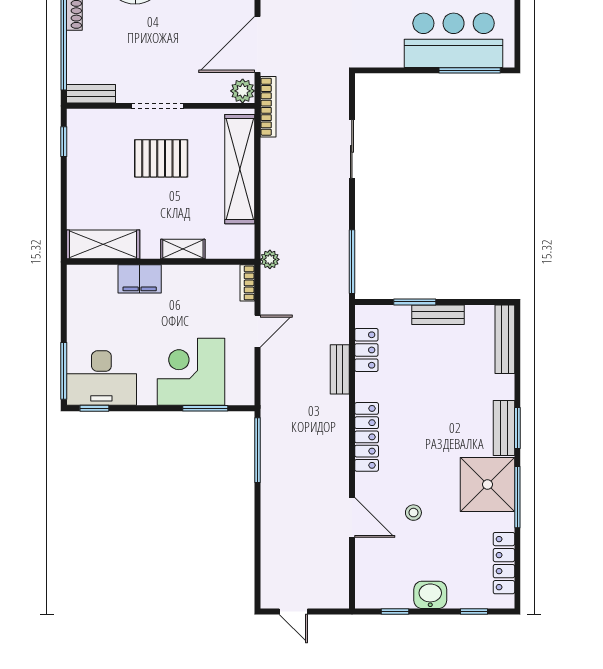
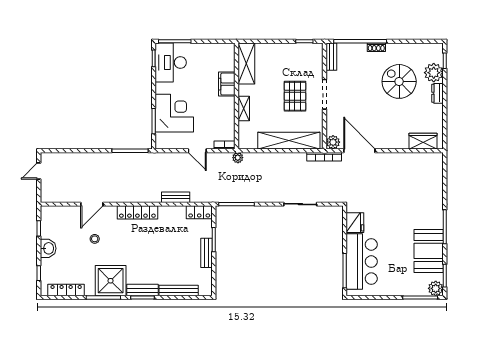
fridge: (385, 52) -> (355, 223), added
bench: (505, 339) -> (179, 291), moved
locker: (366, 350) -> (199, 212), moved

